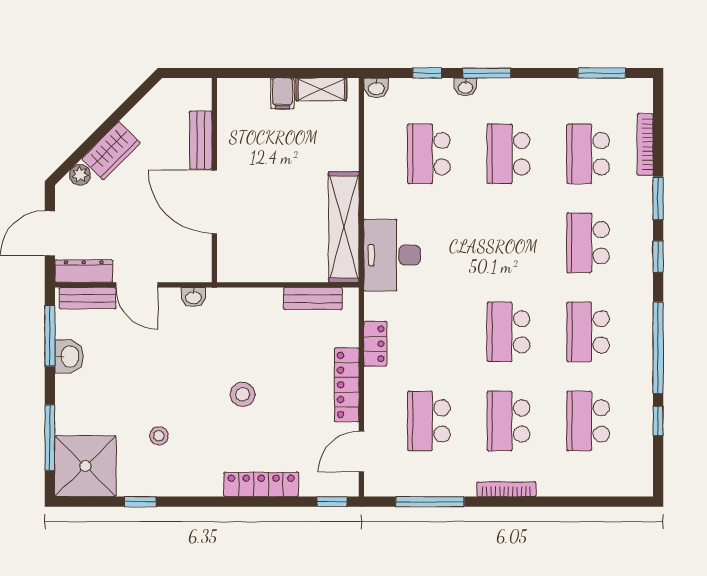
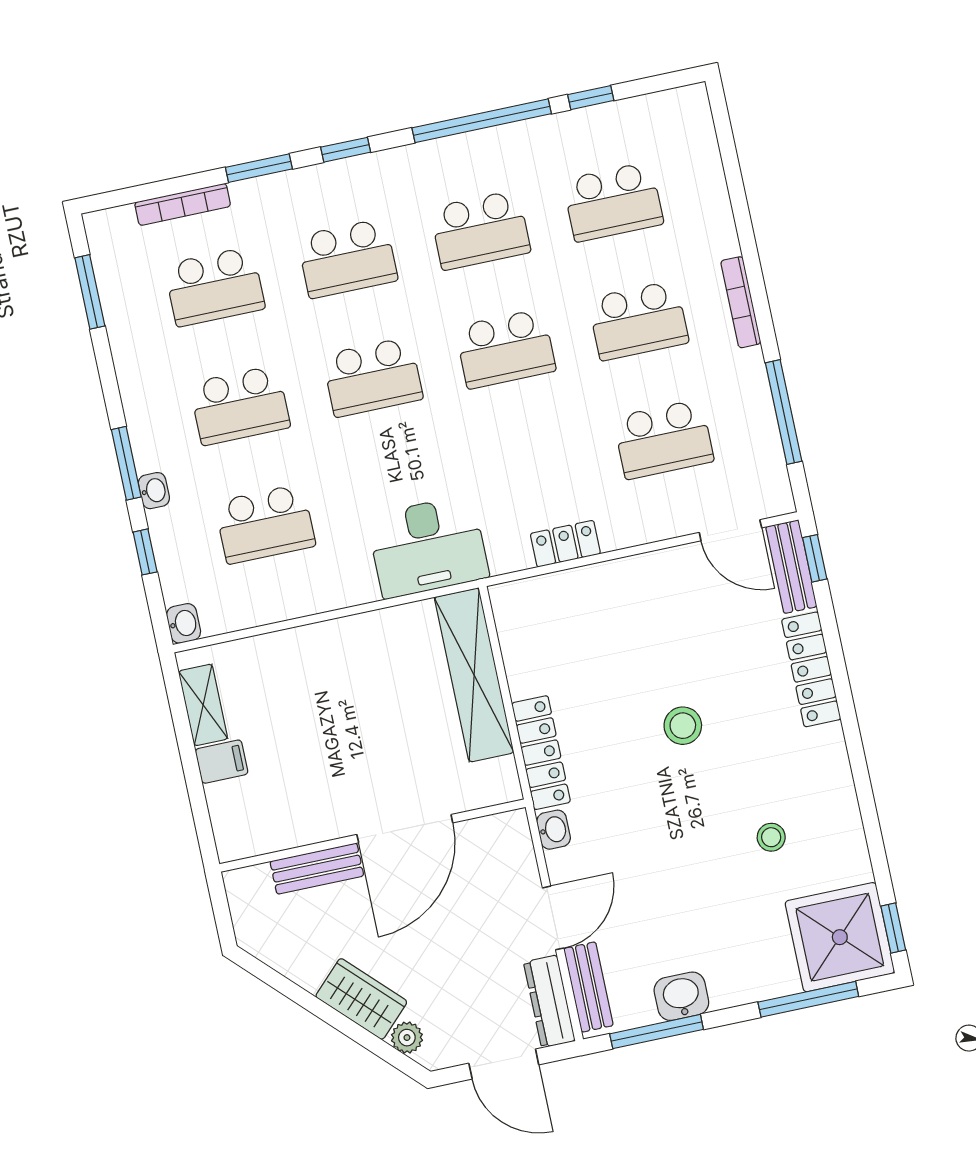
shelving: (344, 227) -> (474, 675), moved, turned 90
school desk: (508, 243) -> (373, 377), added
bench: (313, 299) -> (791, 567), moved
locker: (347, 385) -> (541, 753), moved, turned -90
window: (140, 502) -> (893, 928), moved

